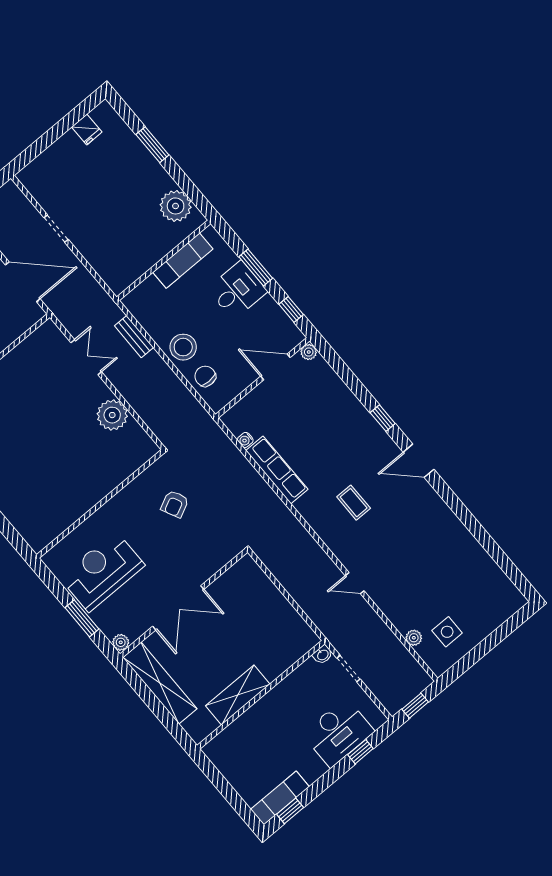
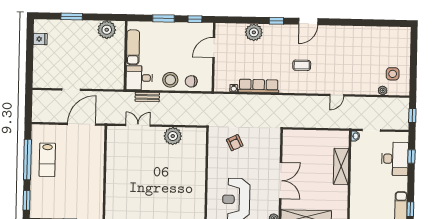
desk: (237, 290) -> (139, 78), moved, turned -90
plant: (309, 352) -> (254, 32), moved, width x1.87, depth x1.87
shelving: (238, 695) -> (341, 166), moved

